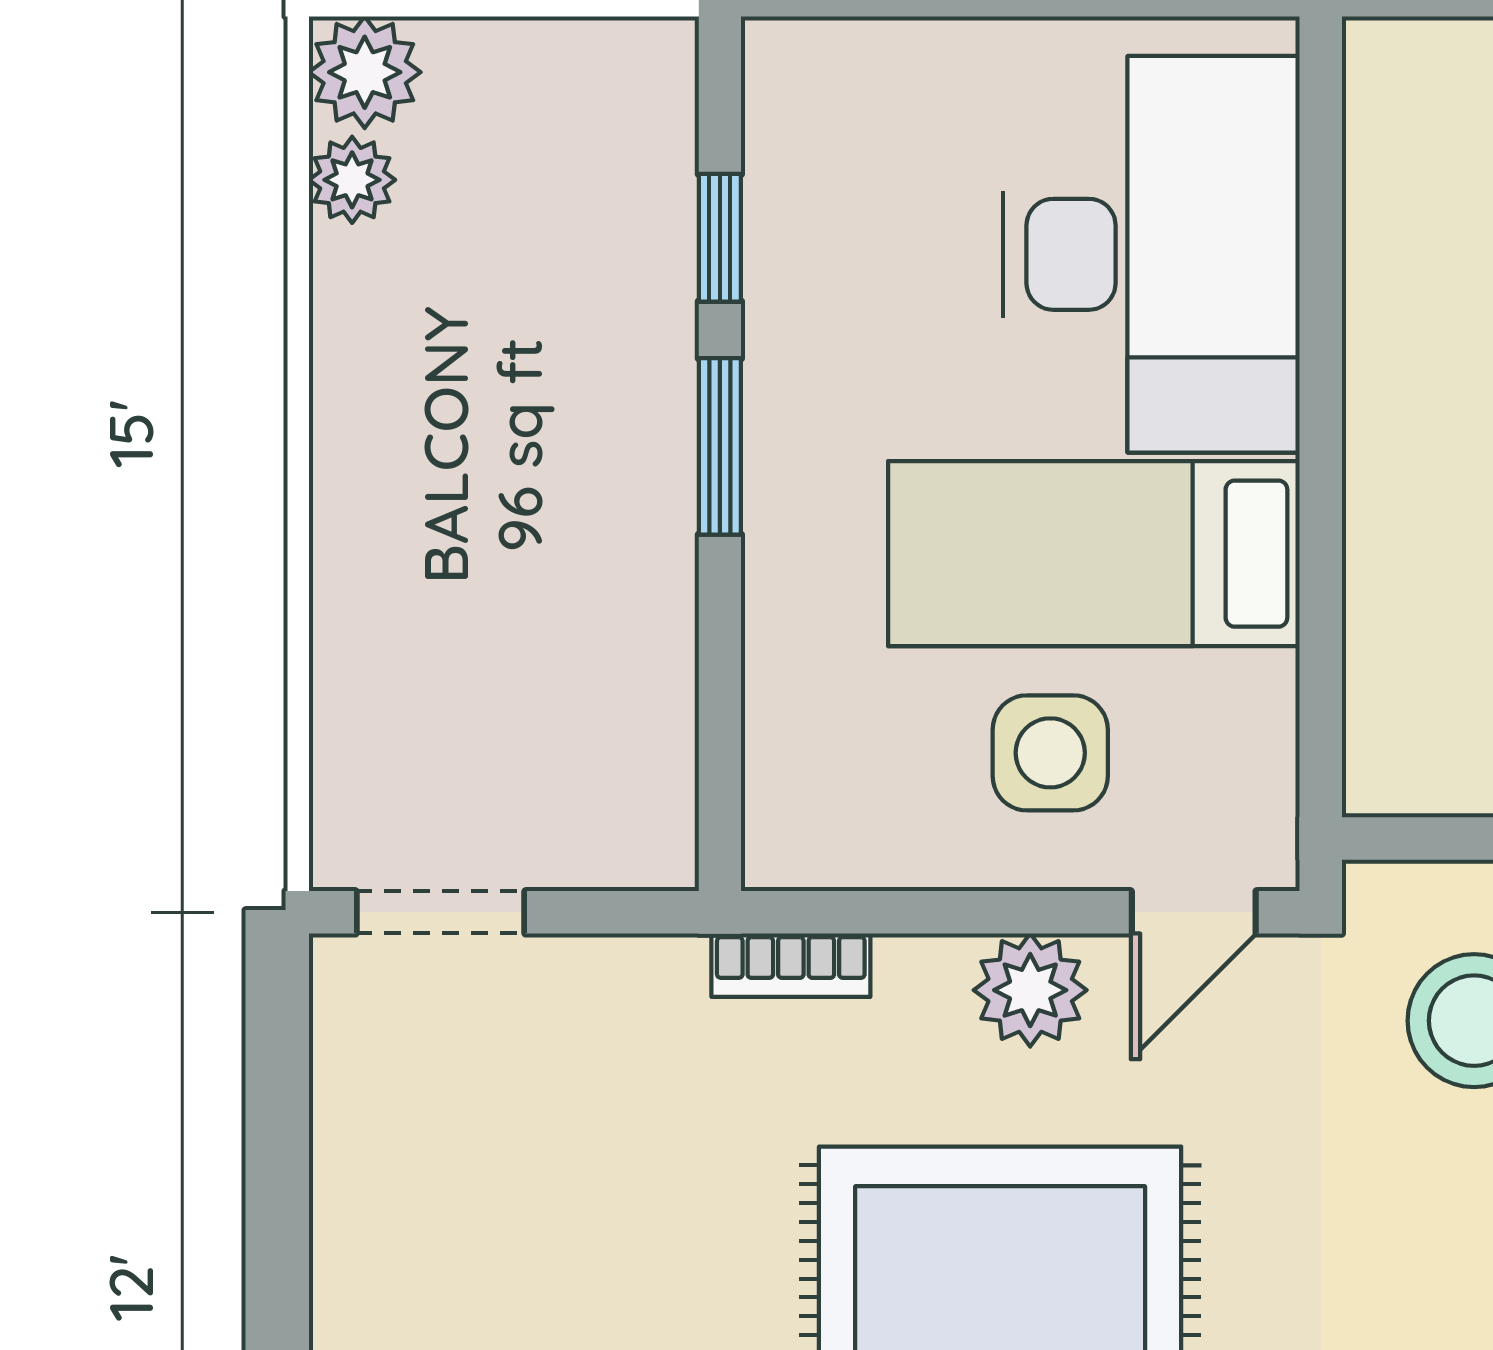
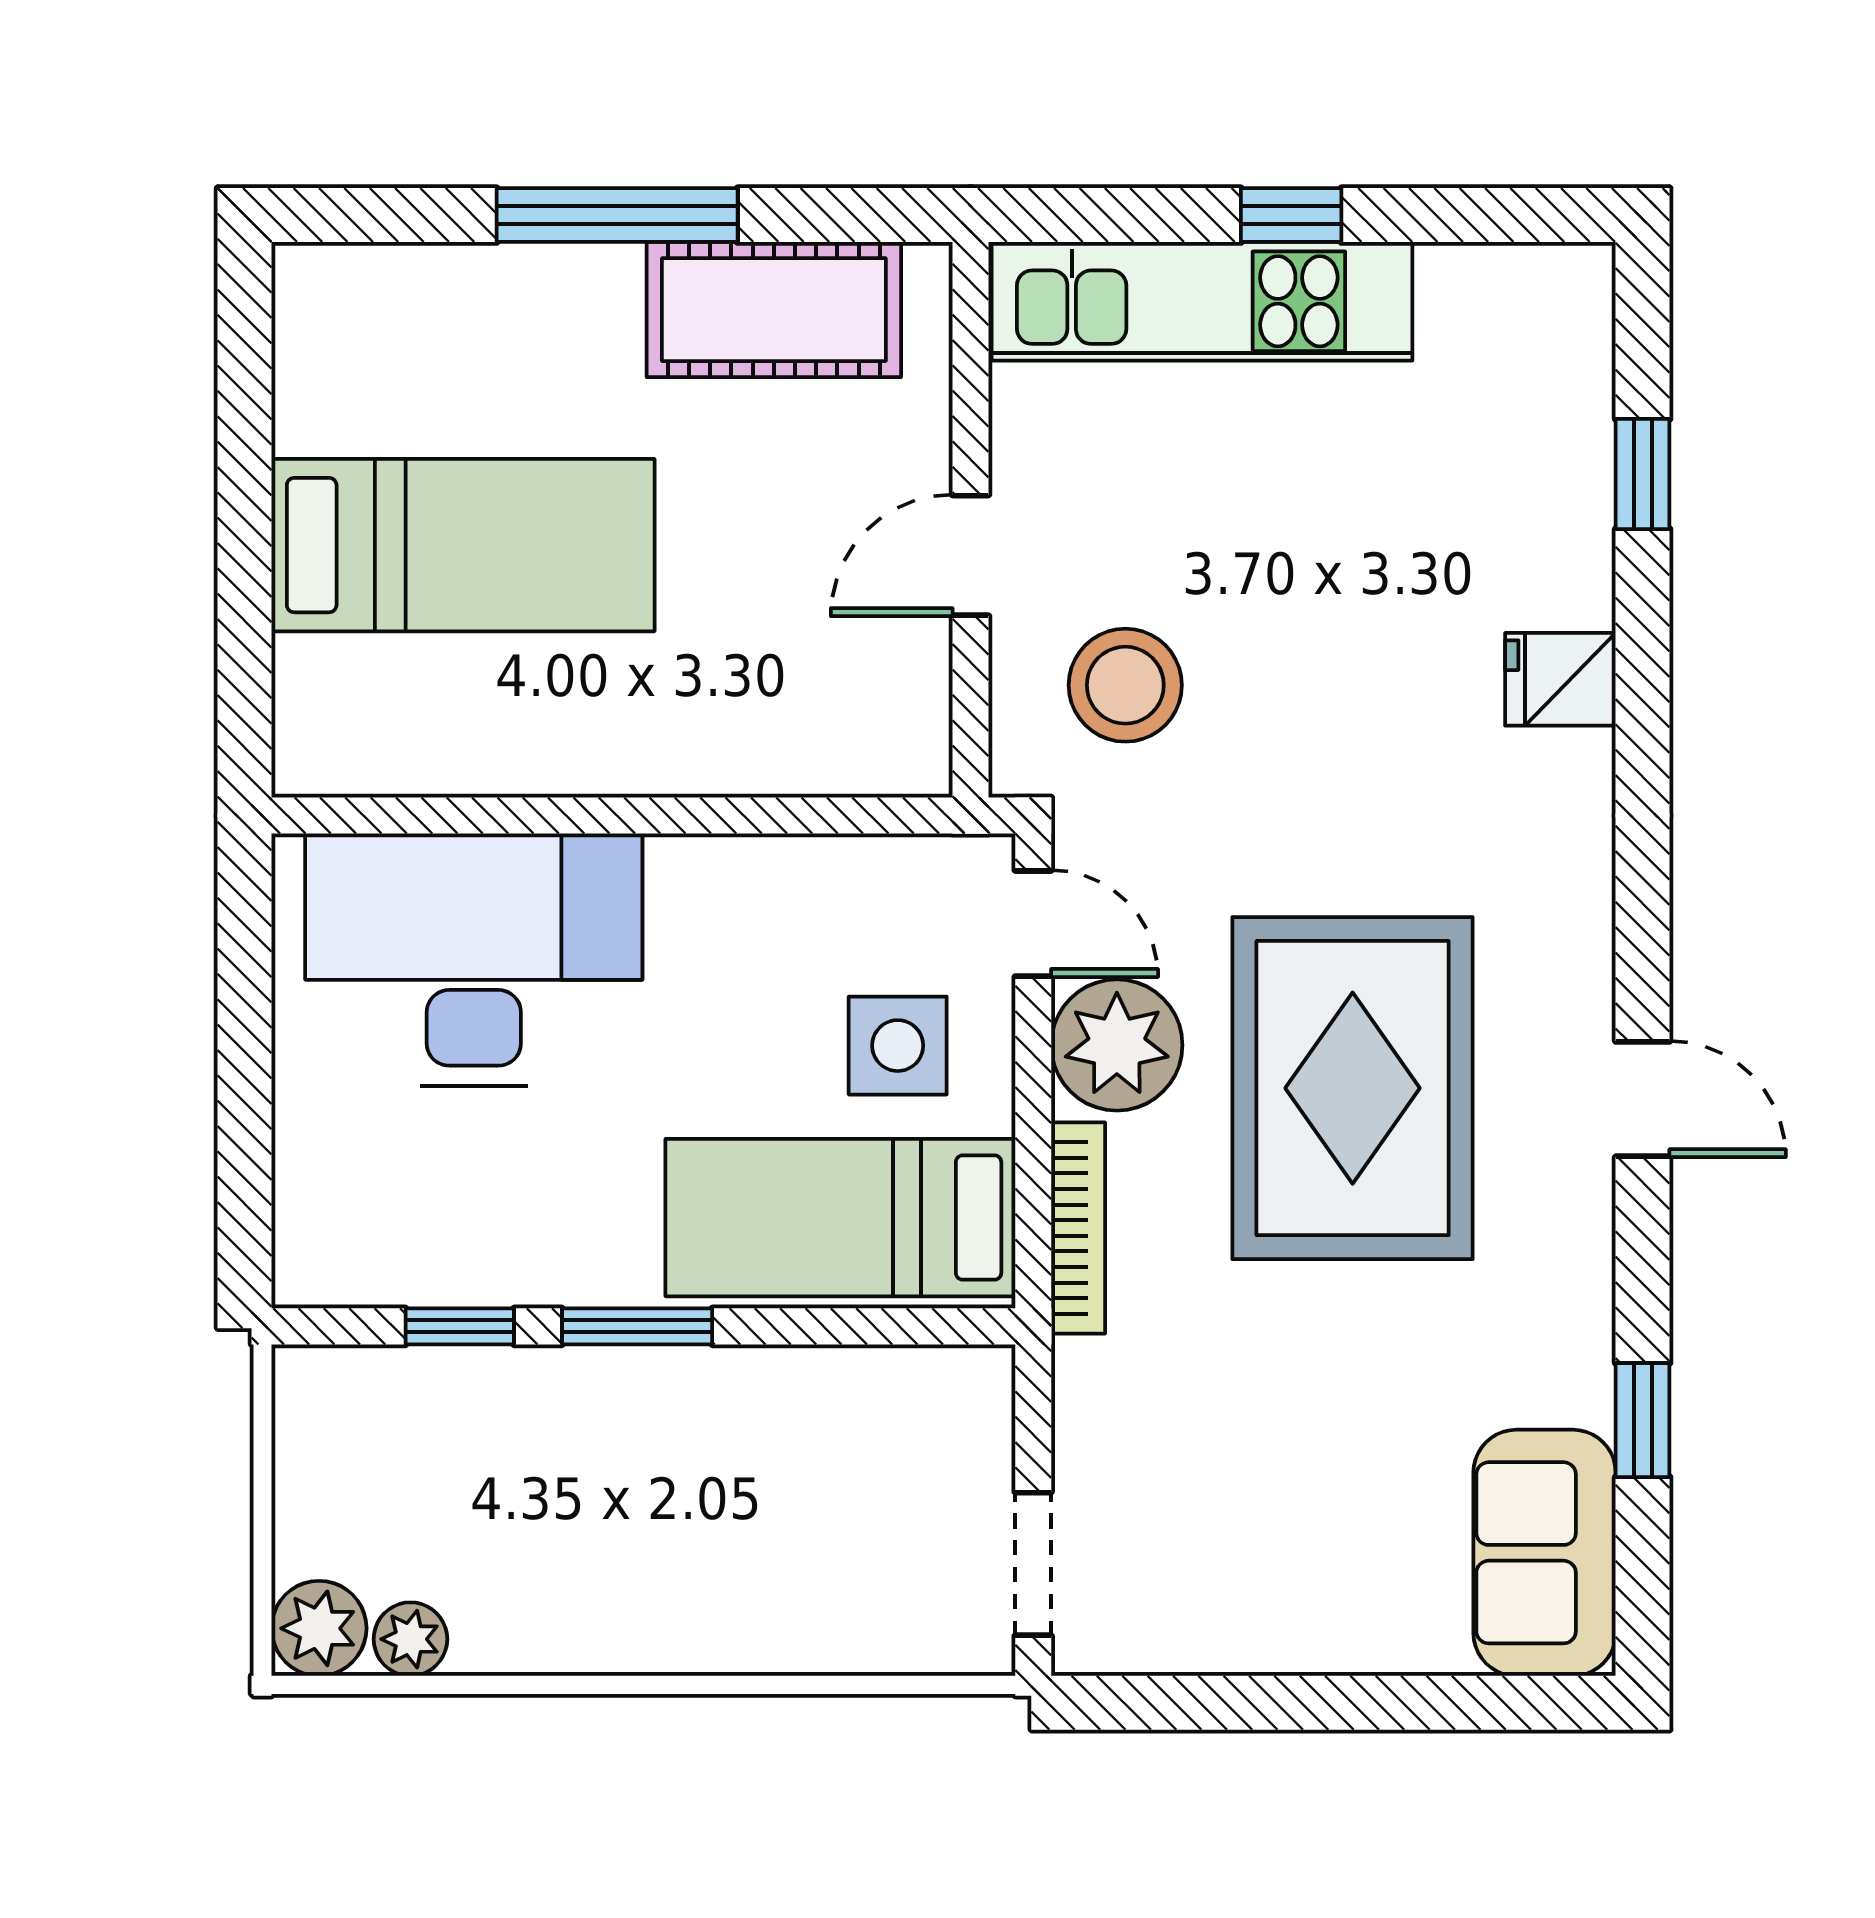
bed: (1094, 554) -> (840, 1218), moved, turned 90
bookcase: (791, 965) -> (1078, 1228), width x1.56
plant: (1030, 990) -> (1117, 1045), width x1.36, depth x1.36

